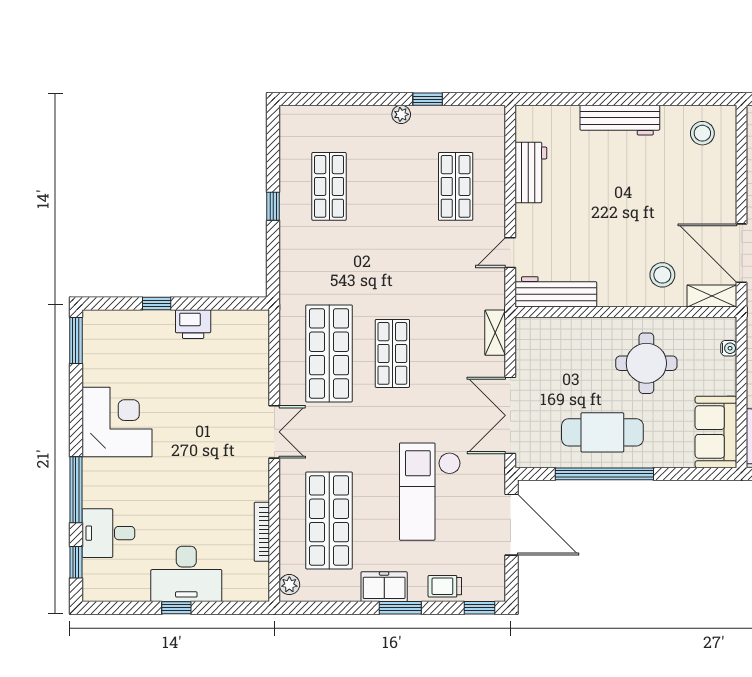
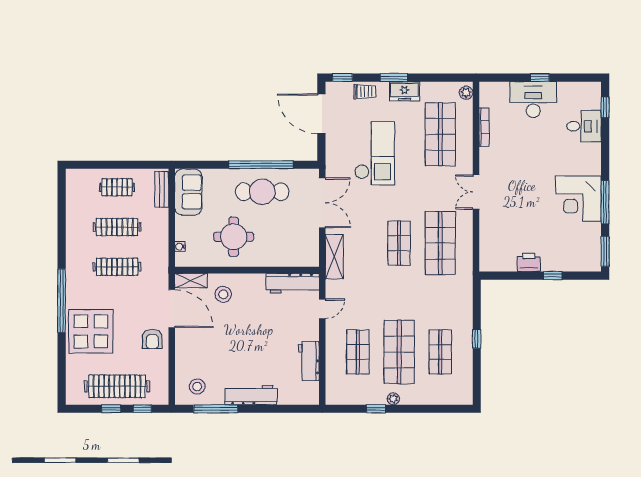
window: (674, 99) -> (216, 409), added
shop shelf: (392, 186) -> (399, 352), added
shelving: (495, 333) -> (334, 257), width x1.50, depth x1.33
window: (76, 490) -> (605, 202), moved
door: (512, 525) -> (321, 114), moved

